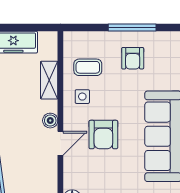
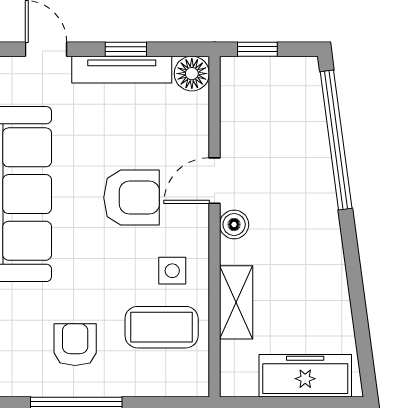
coffee table: (88, 67) -> (162, 327), width x1.36, depth x1.30
armchair: (103, 135) -> (132, 198), turned 90

